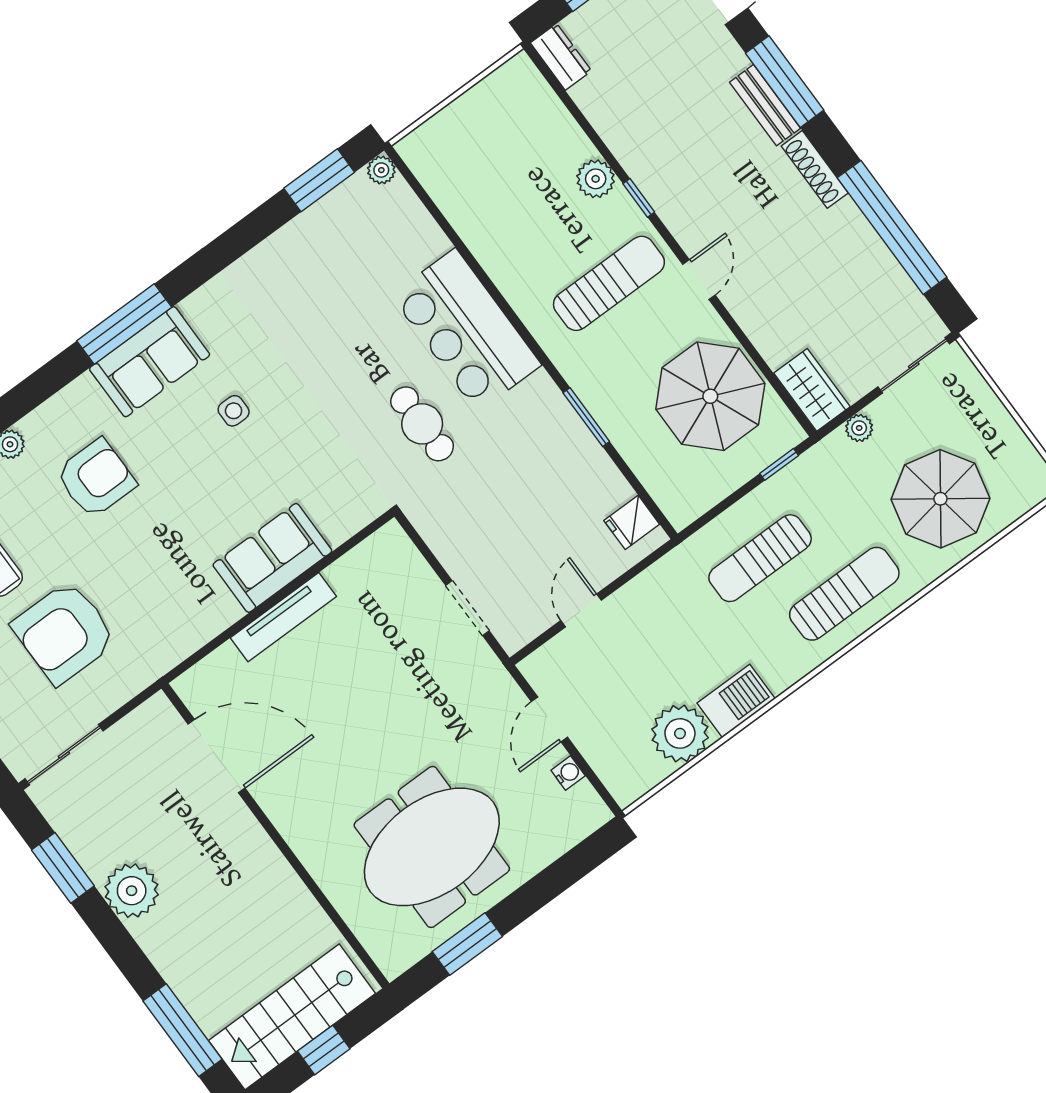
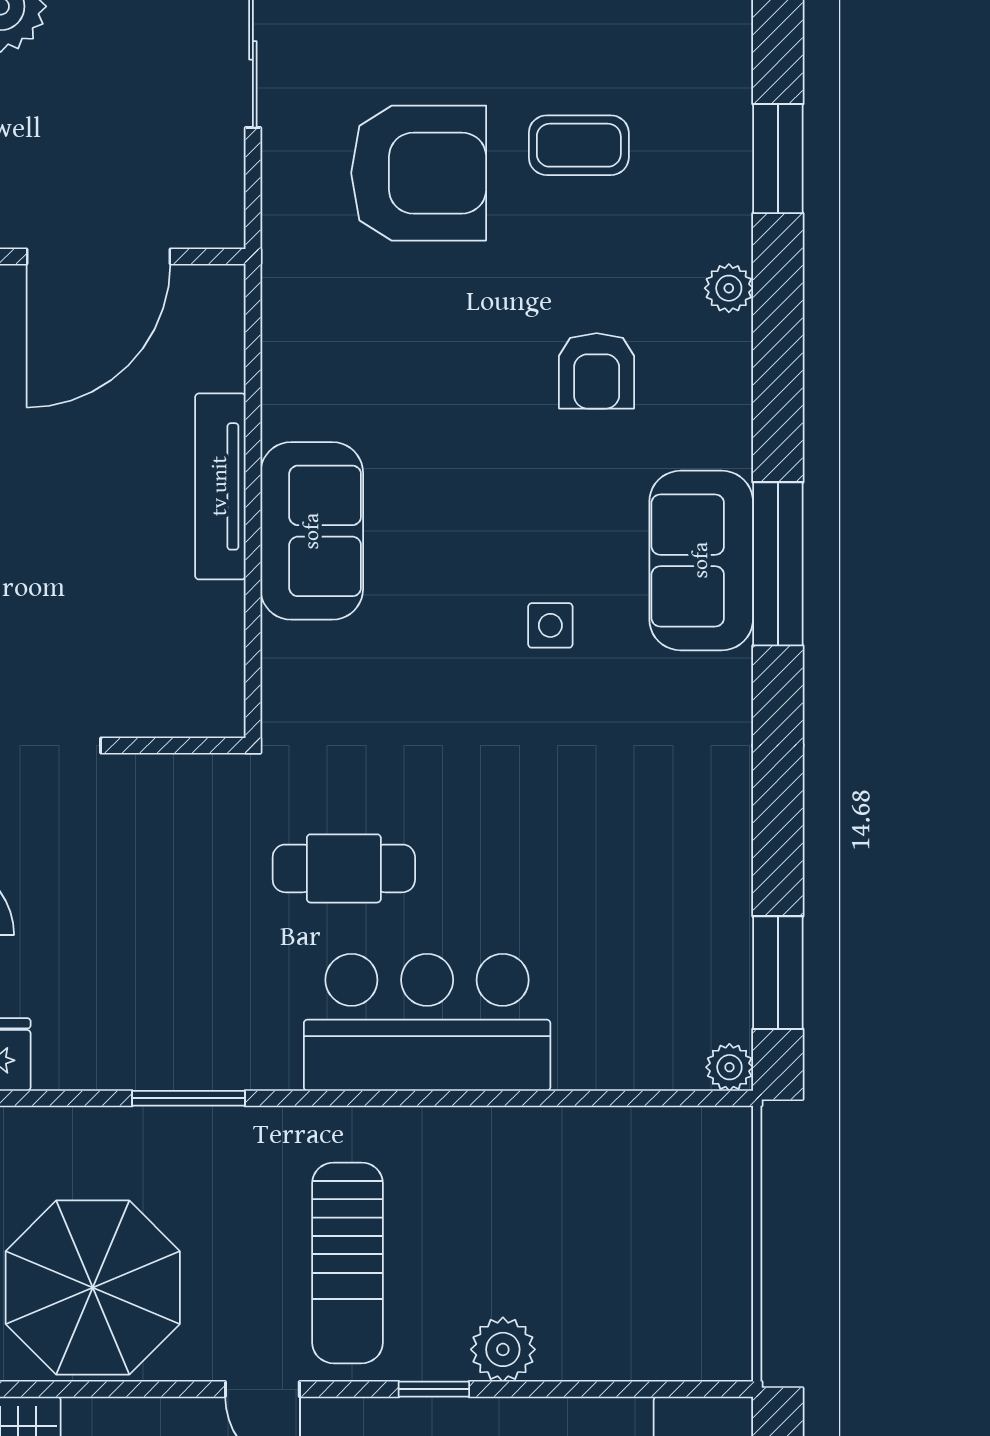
armchair: (96, 478) -> (597, 371), width x0.72, depth x0.72
armchair: (64, 633) -> (419, 173), turned 90

